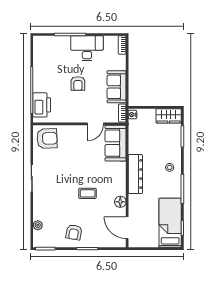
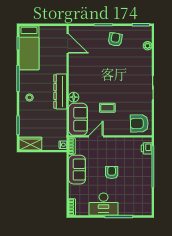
printer: (42, 105) -> (147, 148), width x0.53, depth x0.68
coffee table: (88, 193) -> (107, 108), moved
floor lamp: (120, 202) -> (74, 97), moved

